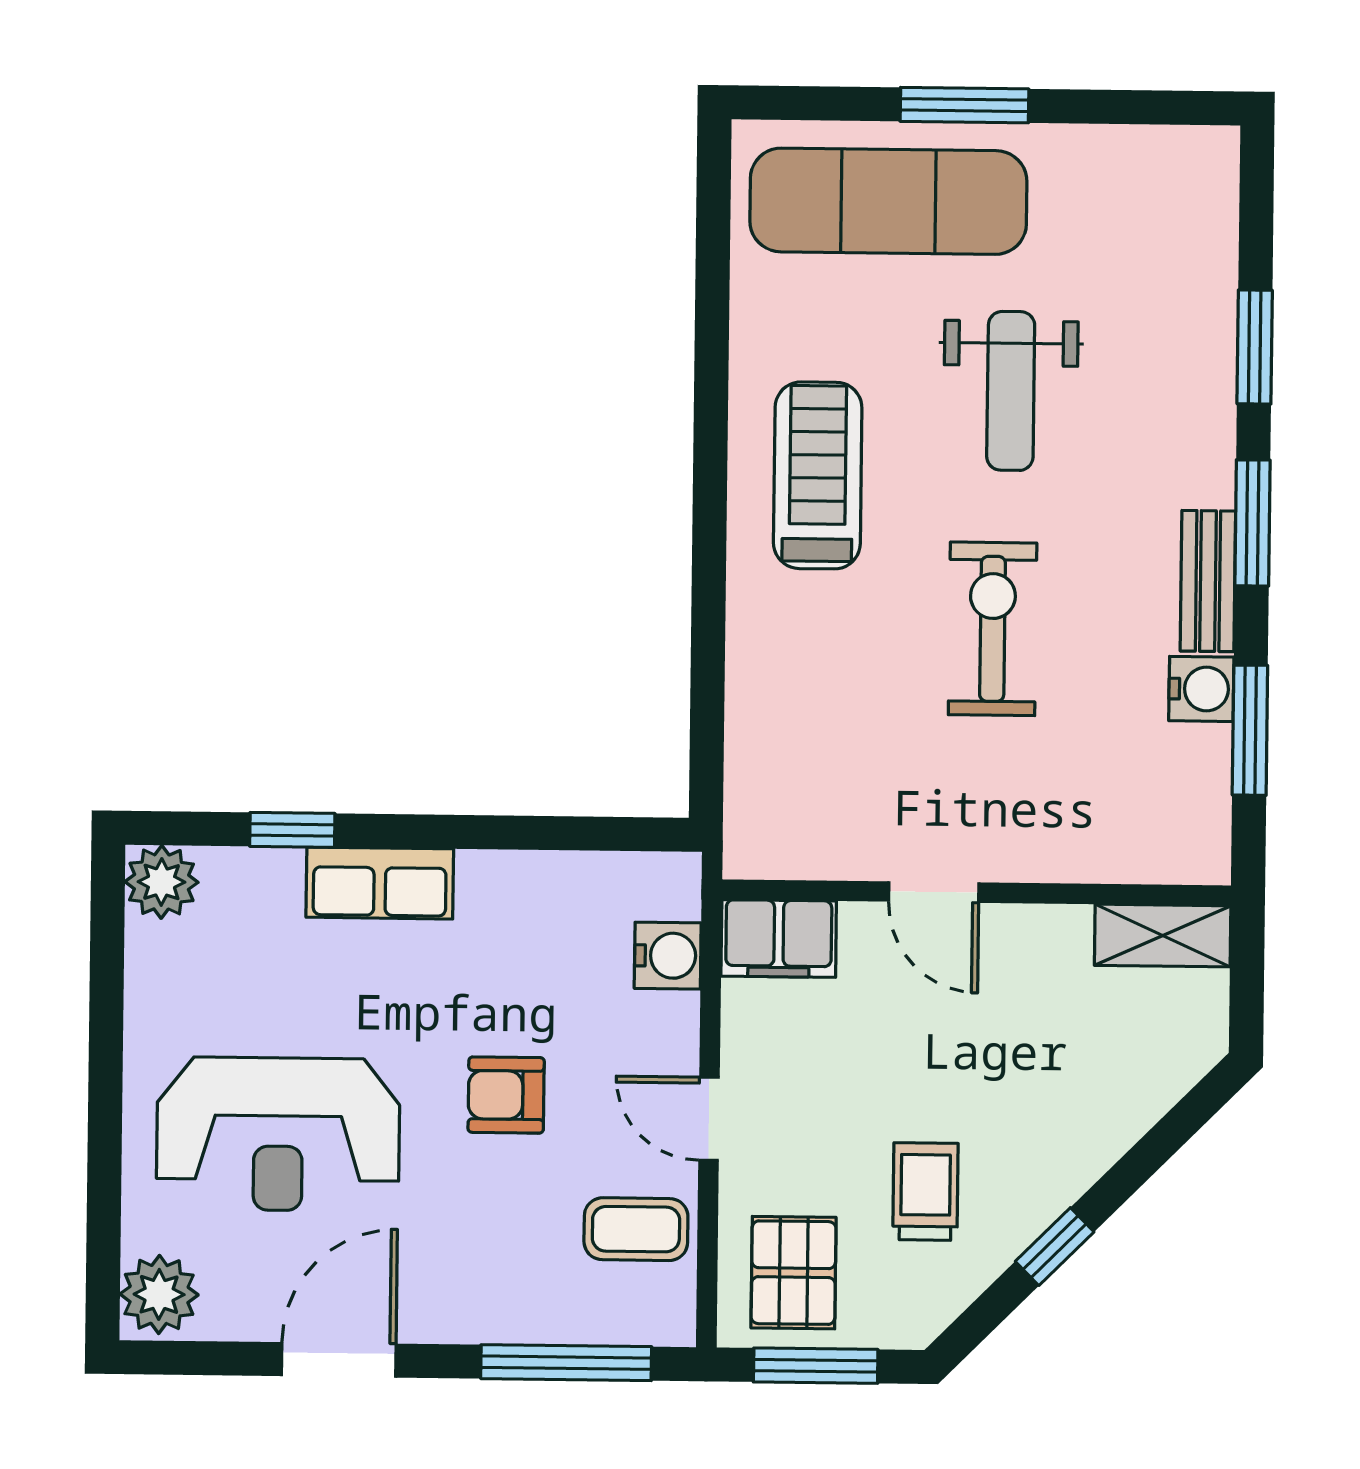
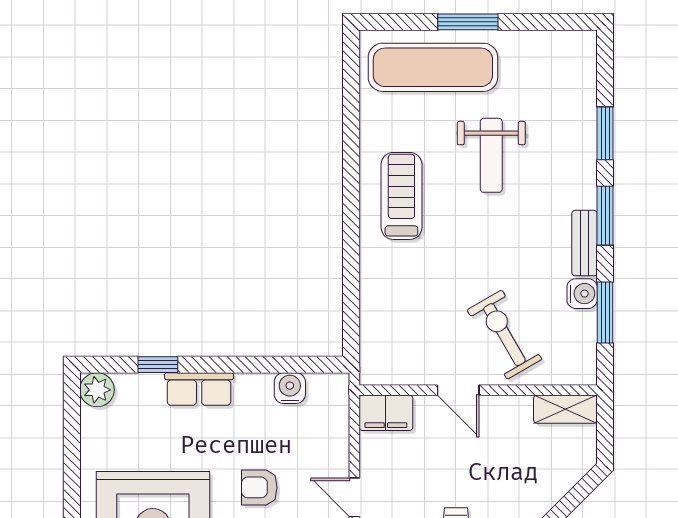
exercise bike: (993, 629) -> (504, 335), moved, turned -30
water cooler: (668, 956) -> (290, 388), moved, turned -90

